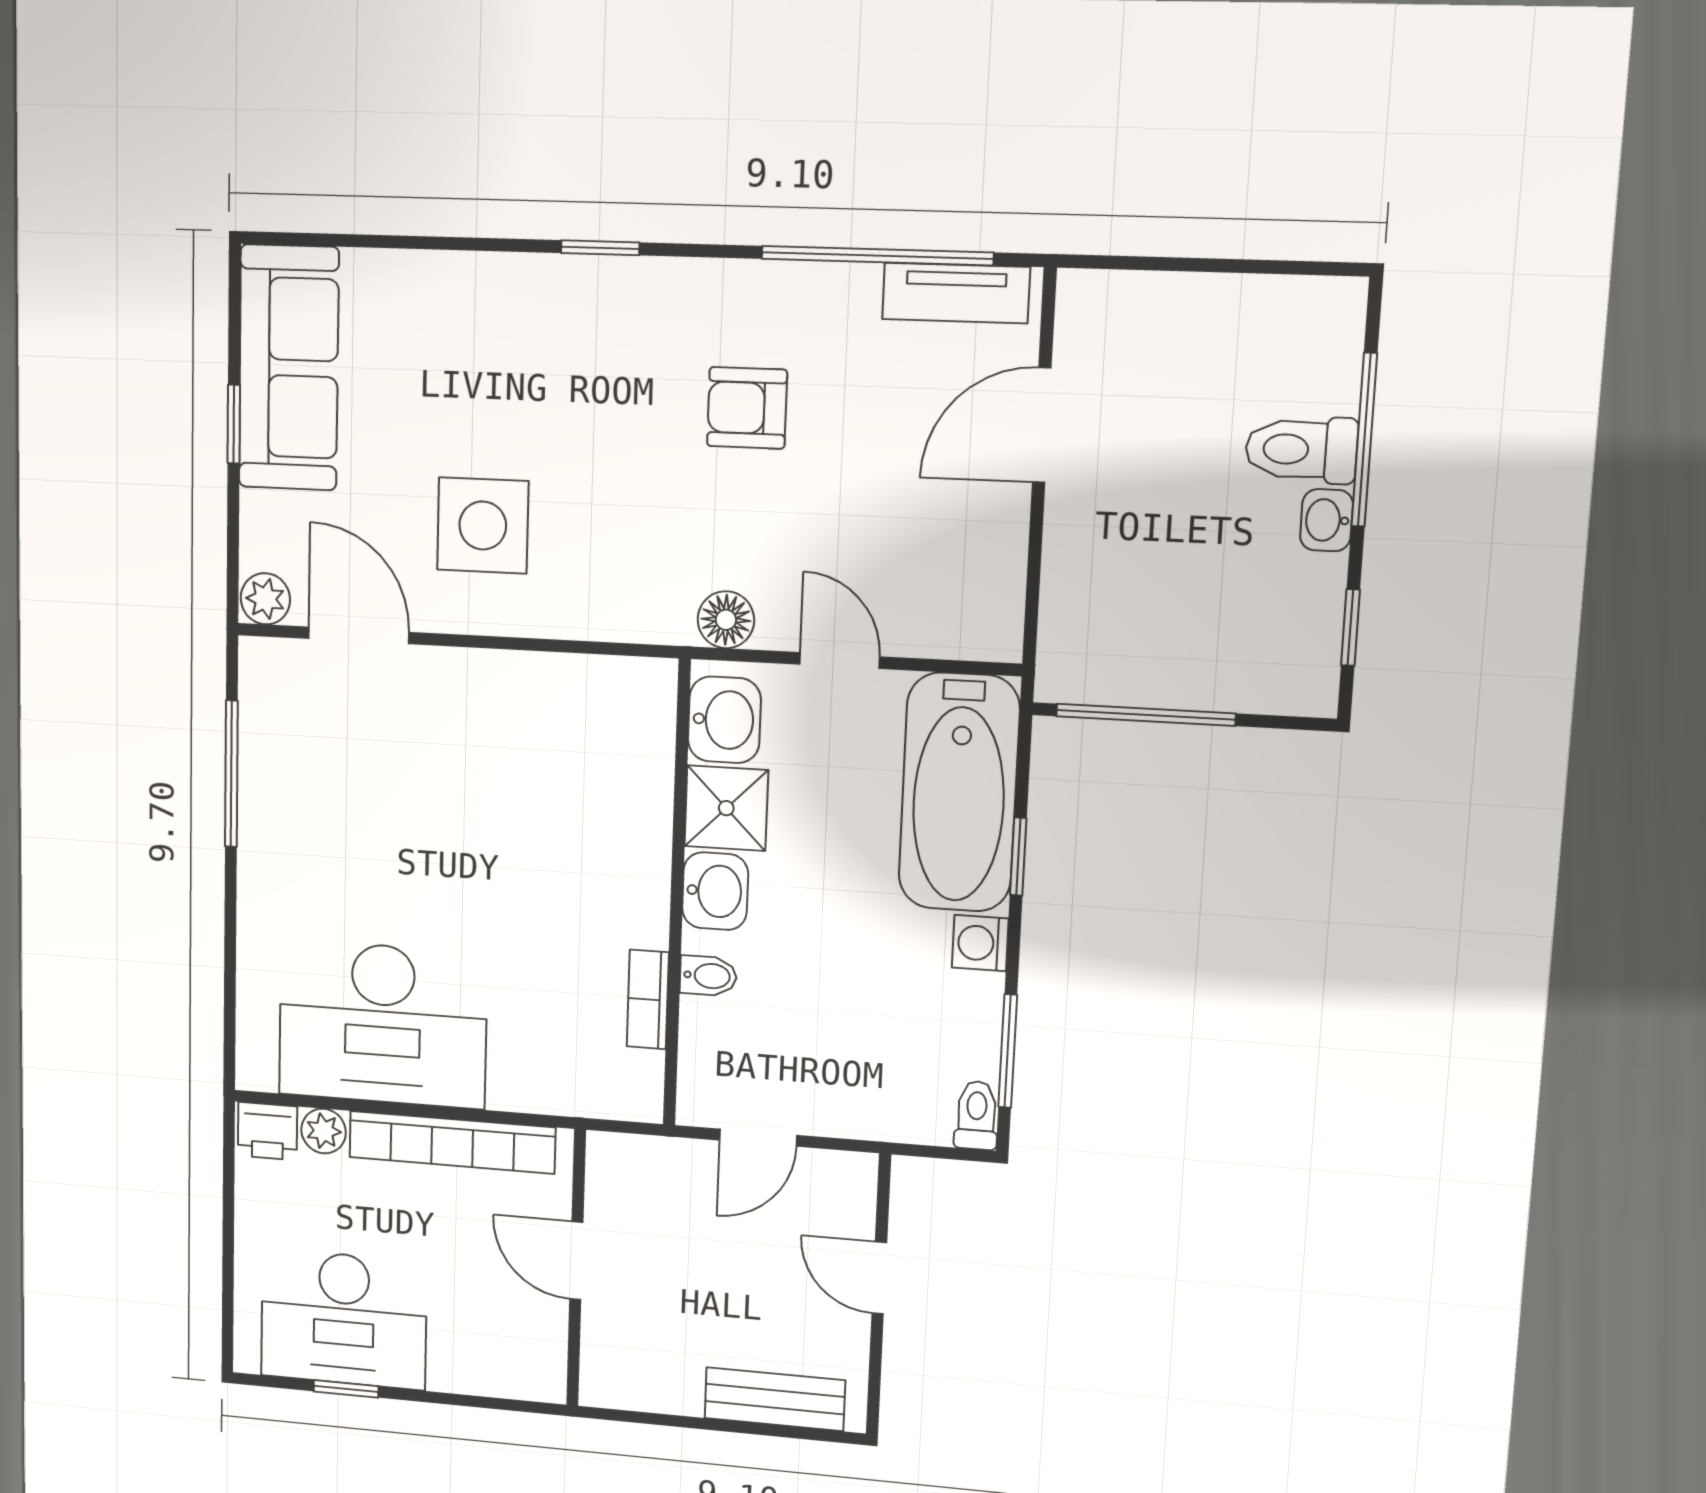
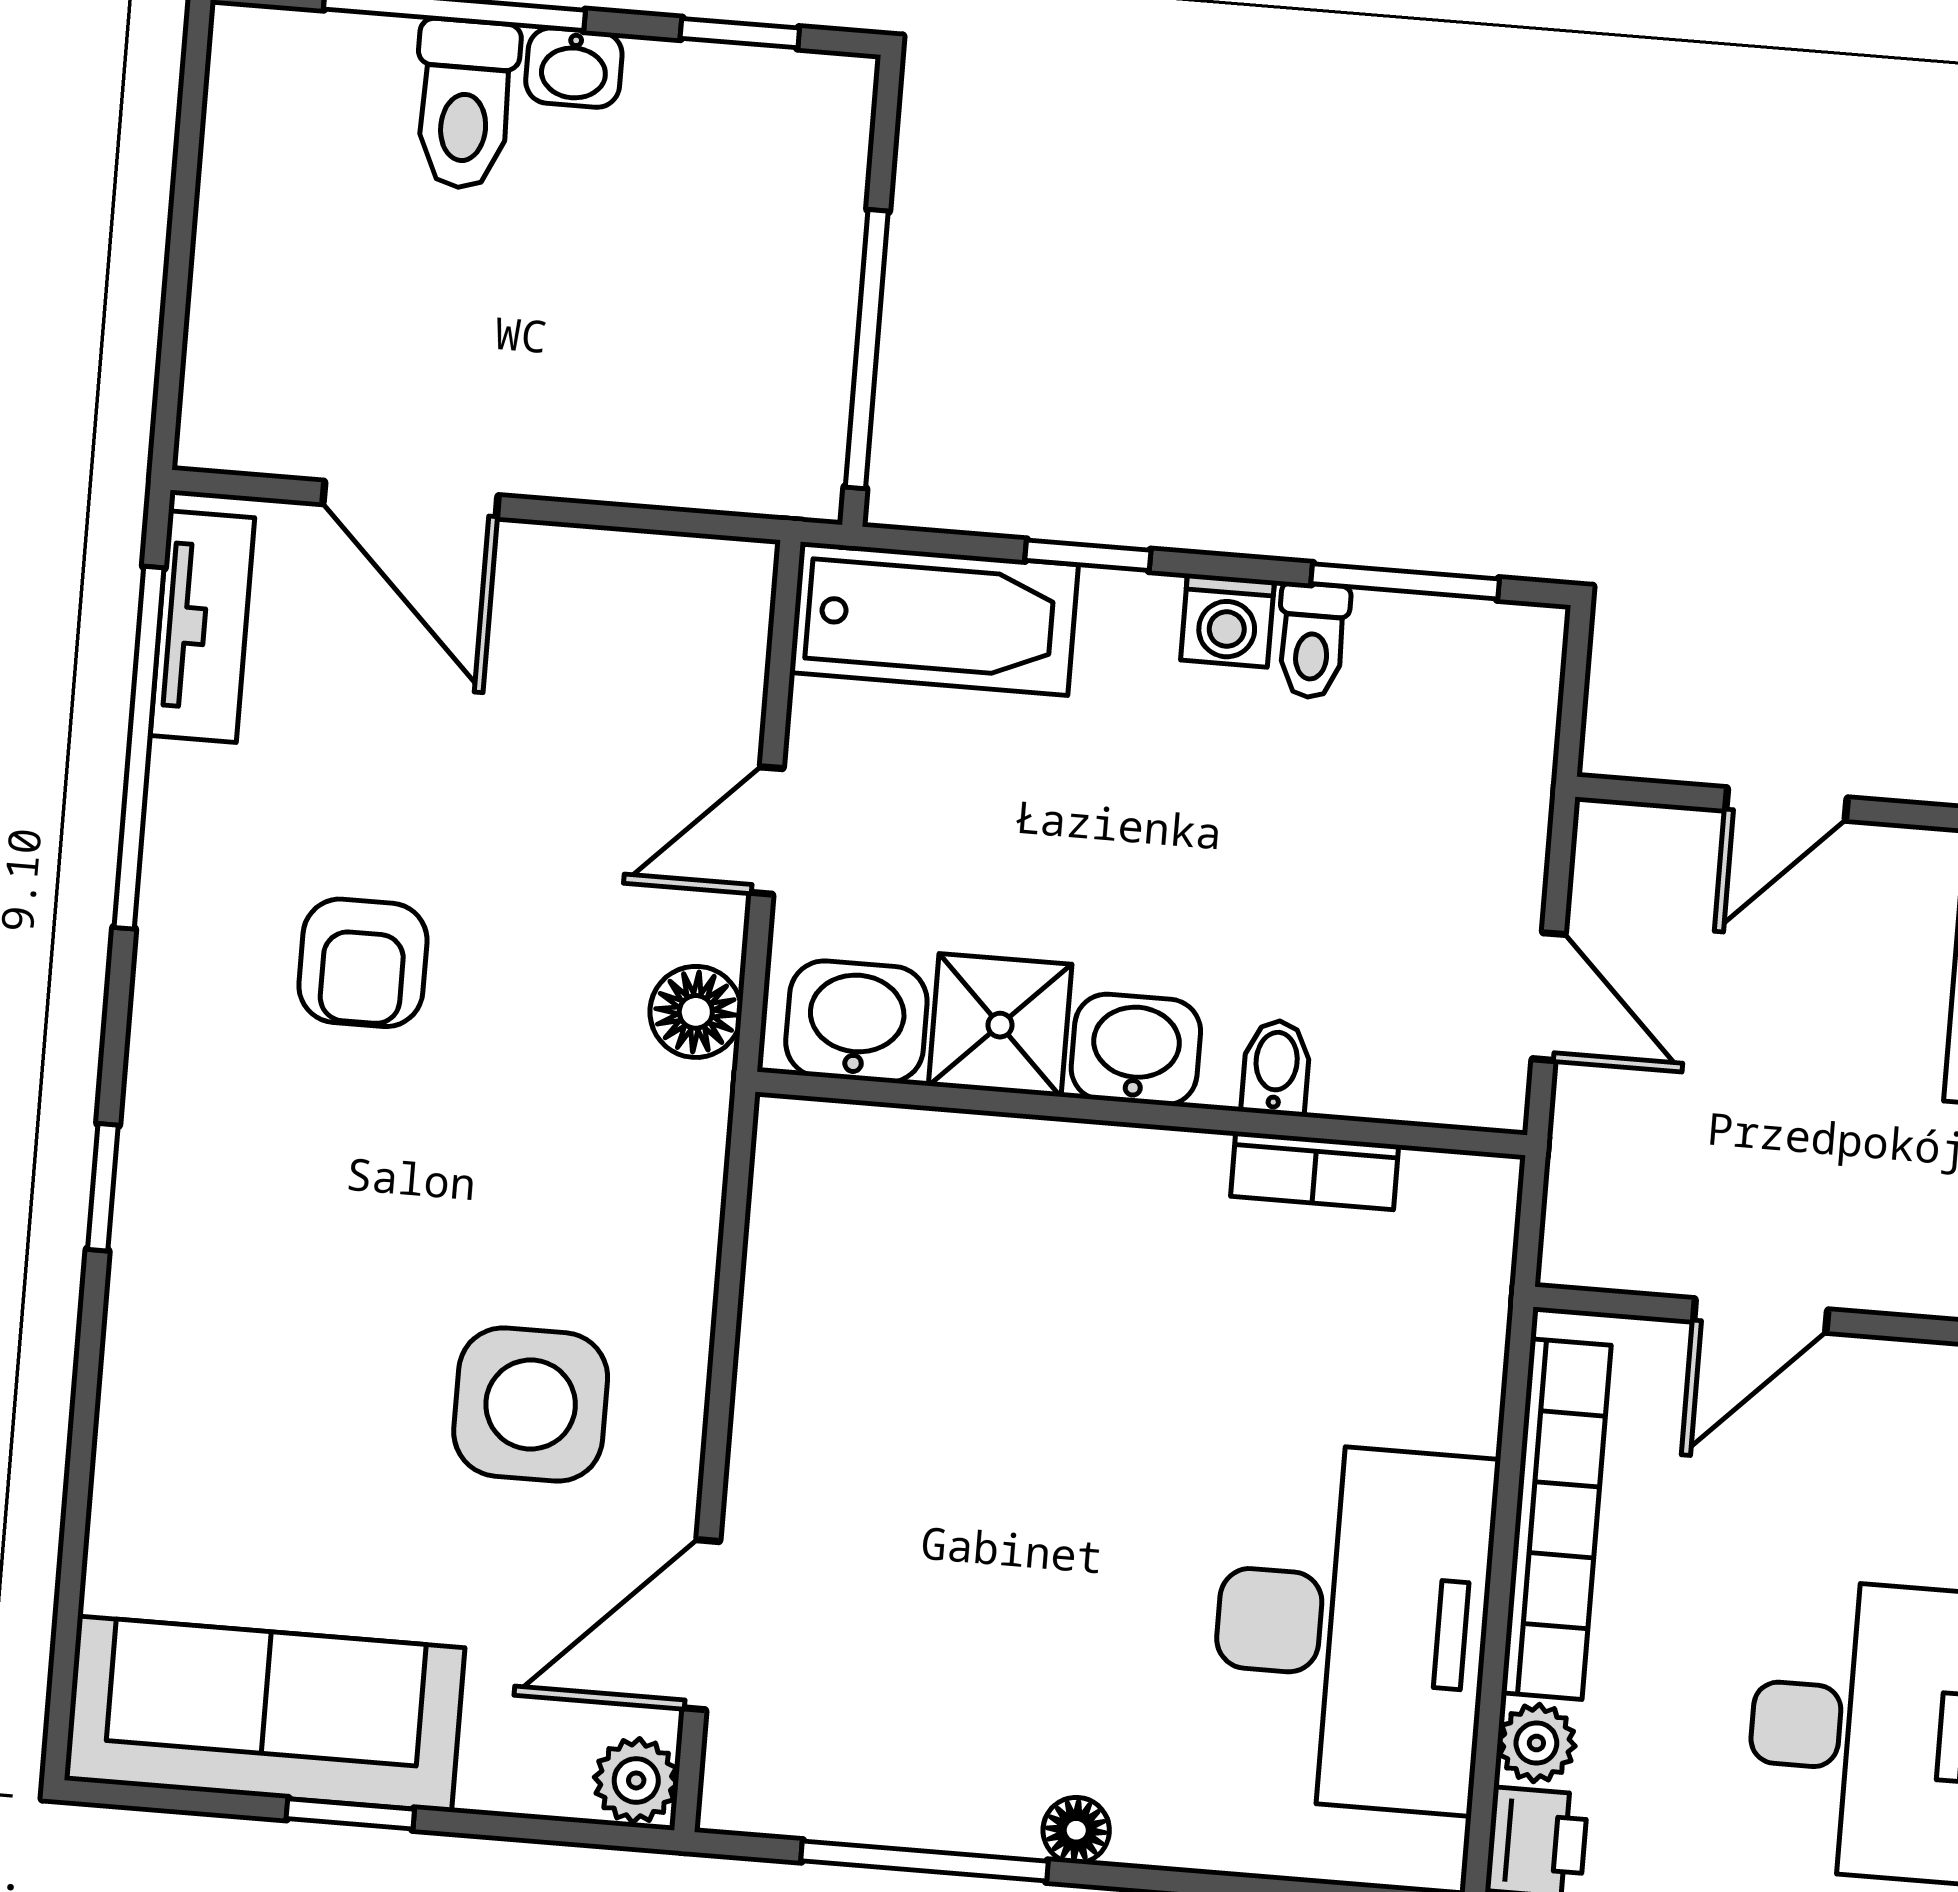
bathtub: (959, 792) -> (934, 619), width x0.73, depth x0.73
floor lamp: (255, 863) -> (1076, 1830), added
toilet: (976, 1115) -> (1312, 641), moved, turned -90

